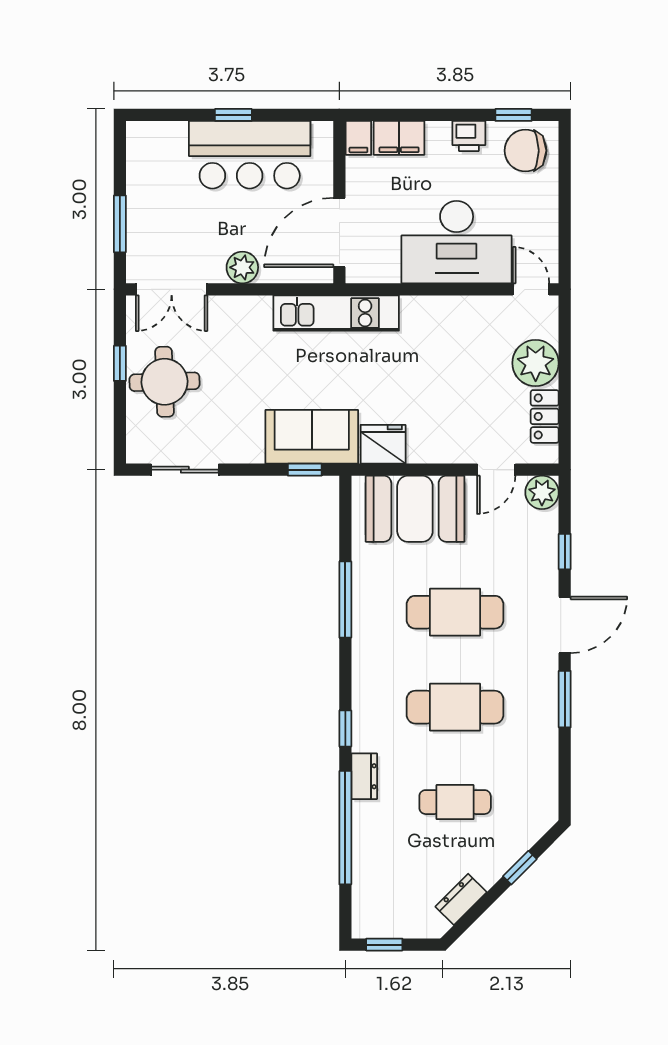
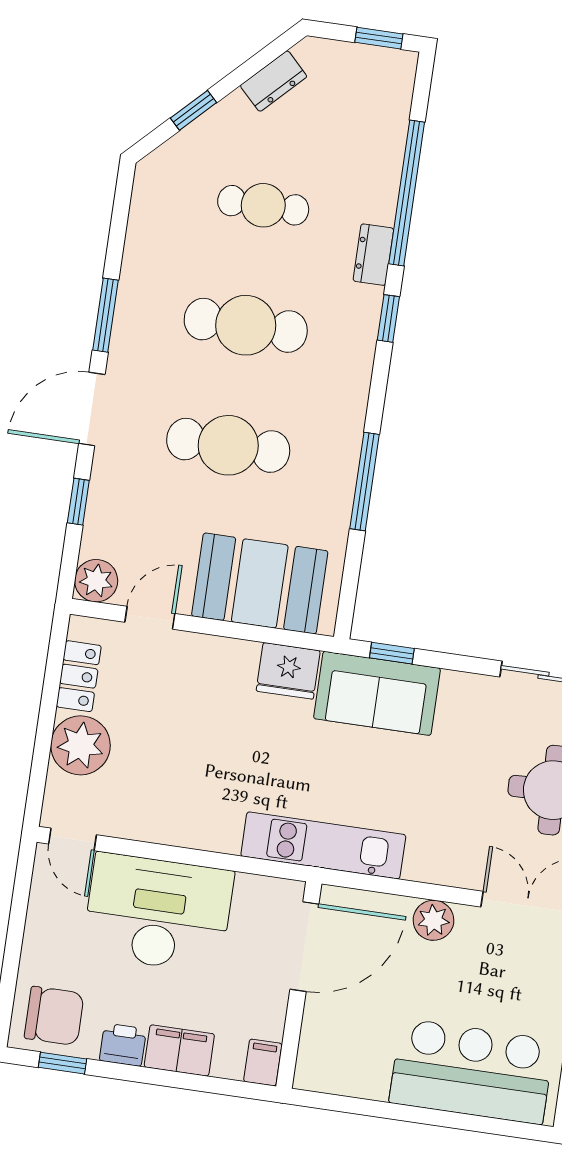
window: (233, 115) -> (417, 1115), removed
filing cabinet: (399, 138) -> (179, 1050), moved
bar counter: (250, 155) -> (472, 1071), moved

